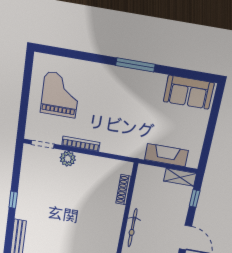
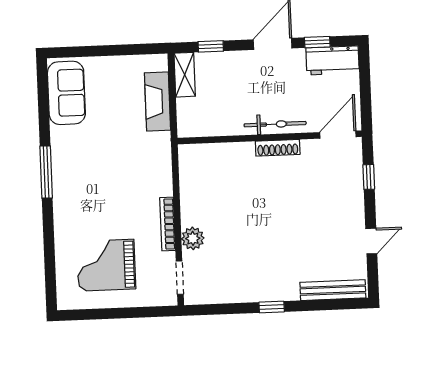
shoe rack: (123, 190) -> (278, 148), moved

